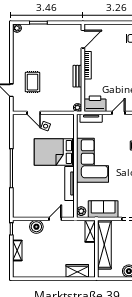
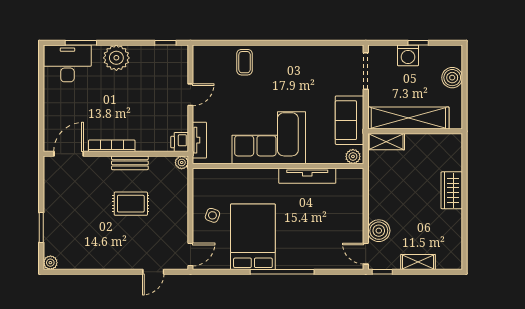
door: (83, 39) -> (69, 154), hinge flipped
rug: (33, 82) -> (131, 204), moved
printer: (95, 104) -> (180, 142), width x0.53, depth x0.68
door: (34, 113) -> (190, 255), moved
door: (119, 113) -> (190, 95), swing flipped
bed: (54, 152) -> (253, 237), moved, turned 180
door: (55, 219) -> (366, 254), moved
wardrobe: (77, 271) -> (452, 190), moved

